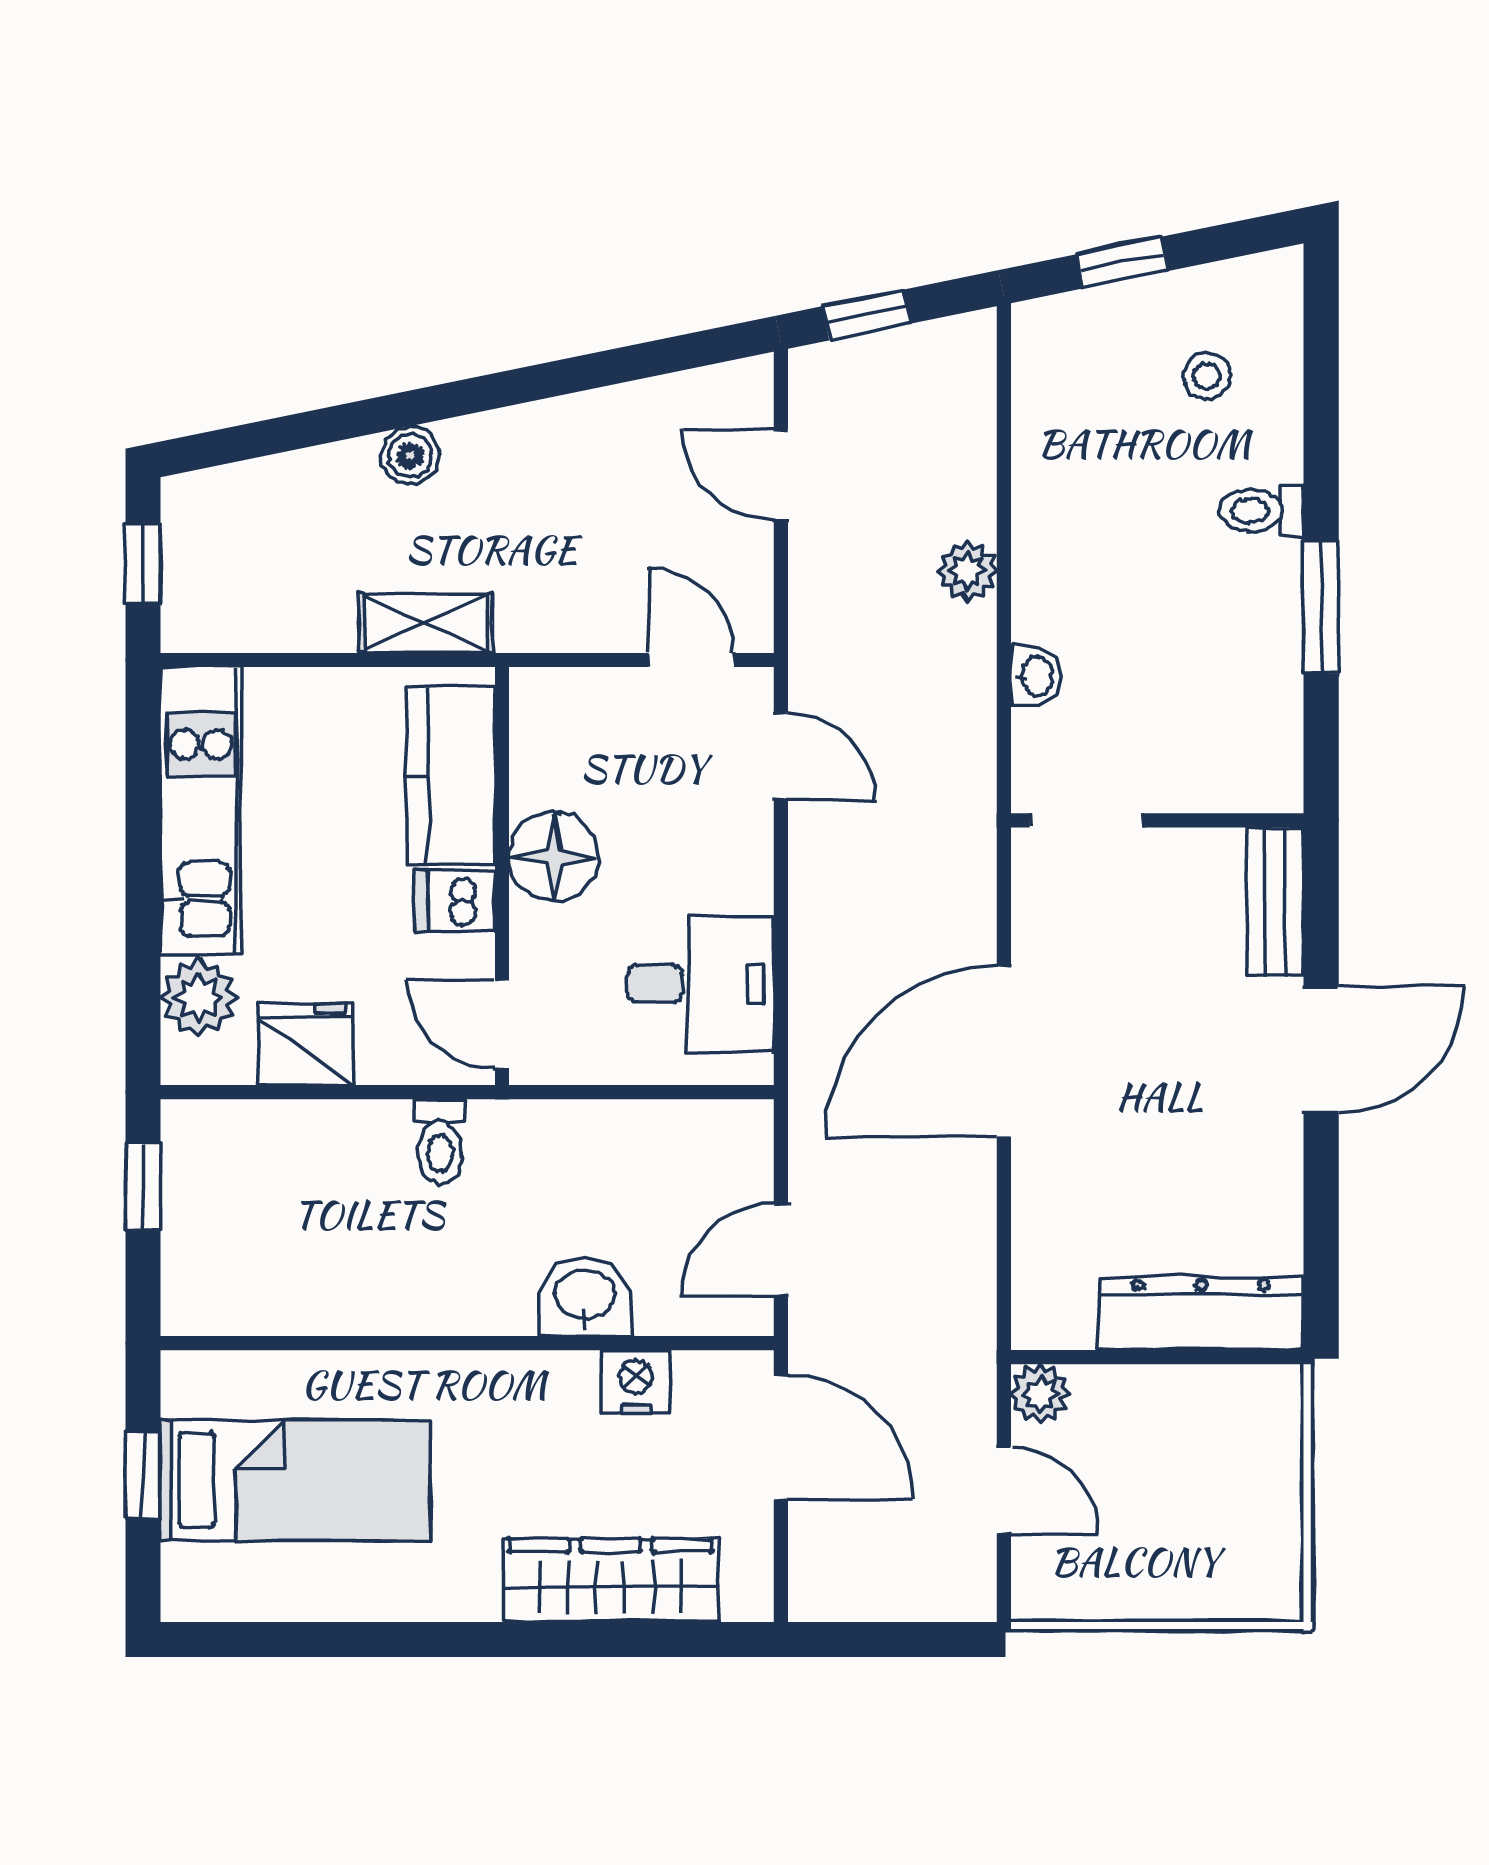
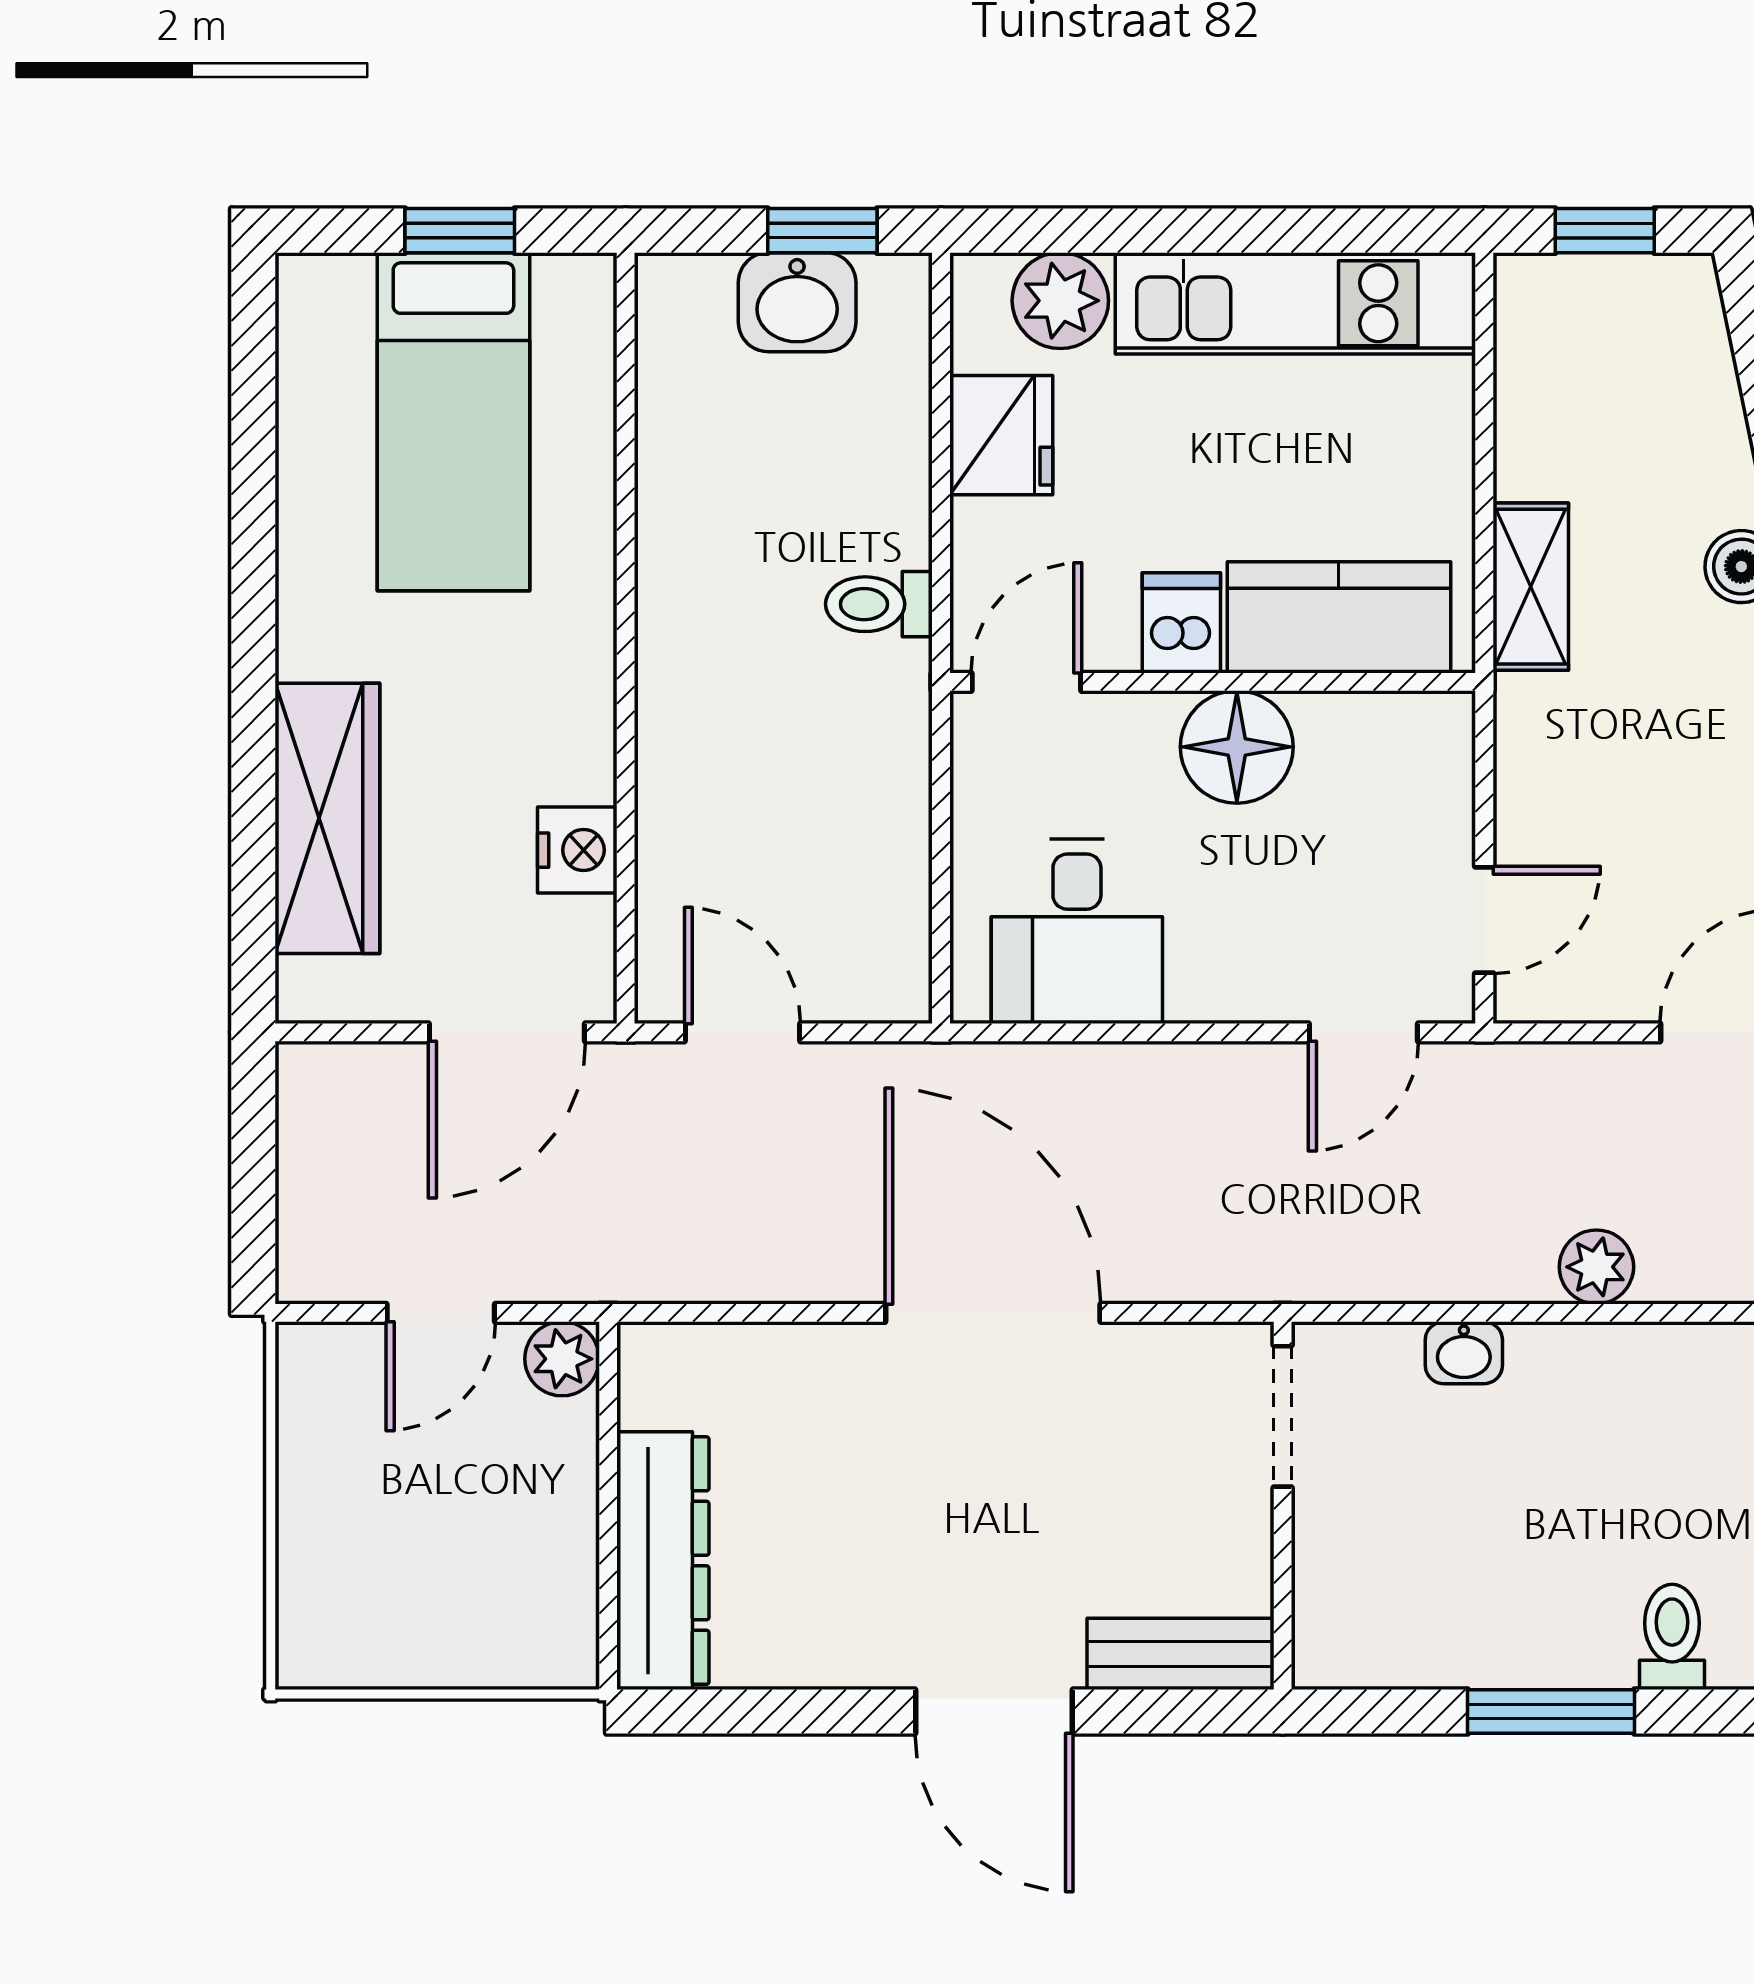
washbasin: (585, 1297) -> (797, 302), moved, turned 90

